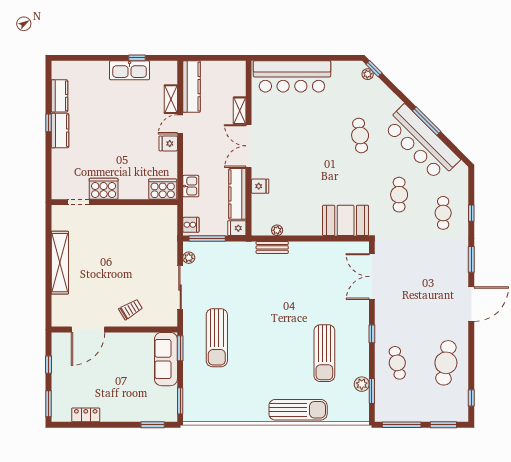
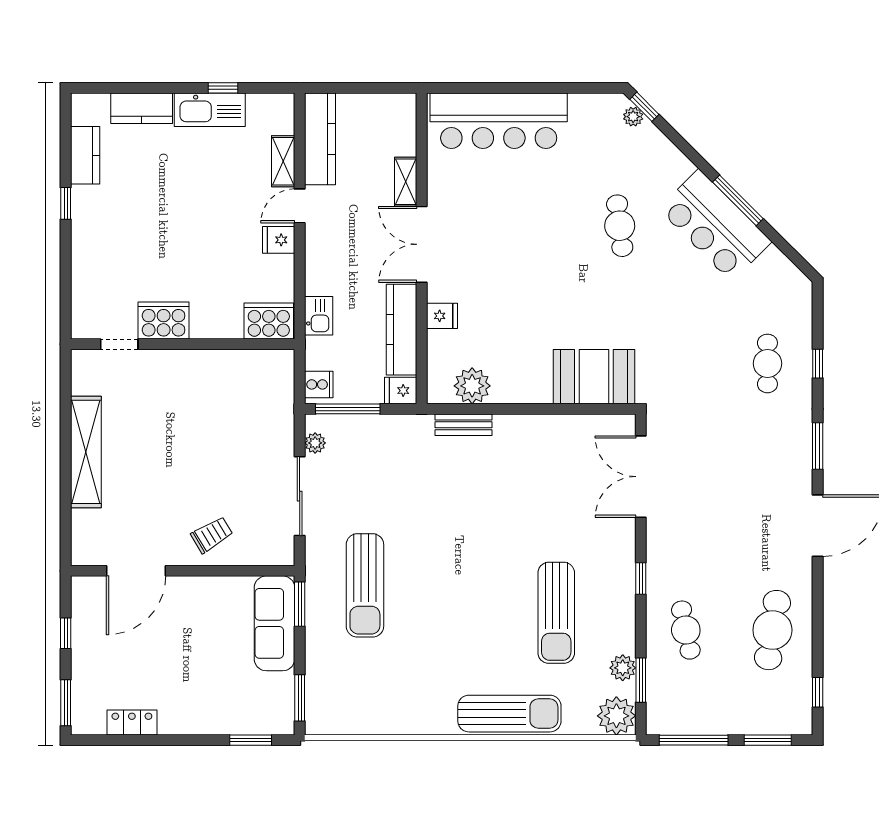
kitchen counter: (60, 131) -> (142, 108), moved, turned 90
bar counter: (421, 143) -> (715, 225), width x0.73
cafe table: (399, 195) -> (689, 331), removed
plant: (277, 230) -> (472, 386), width x1.88, depth x1.88
plant: (358, 411) -> (616, 716), added

